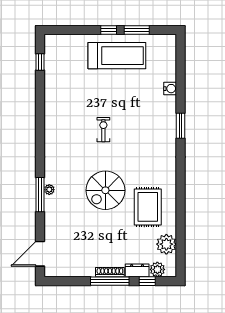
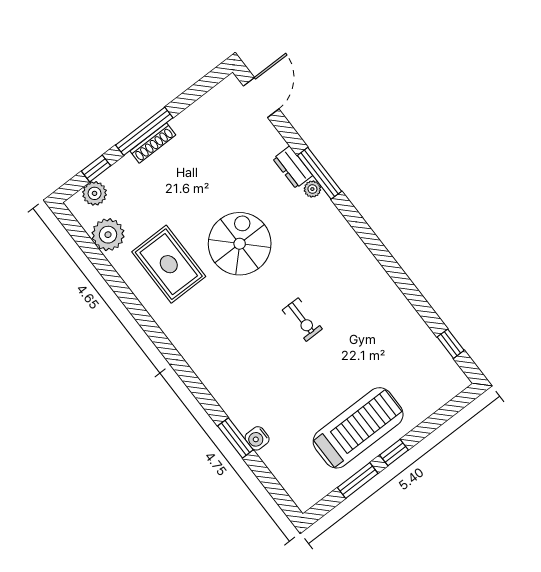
treadmill: (117, 56) -> (358, 428), turned 180
window: (181, 126) -> (235, 438), moved
dresser: (137, 270) -> (293, 167), moved, turned 90

